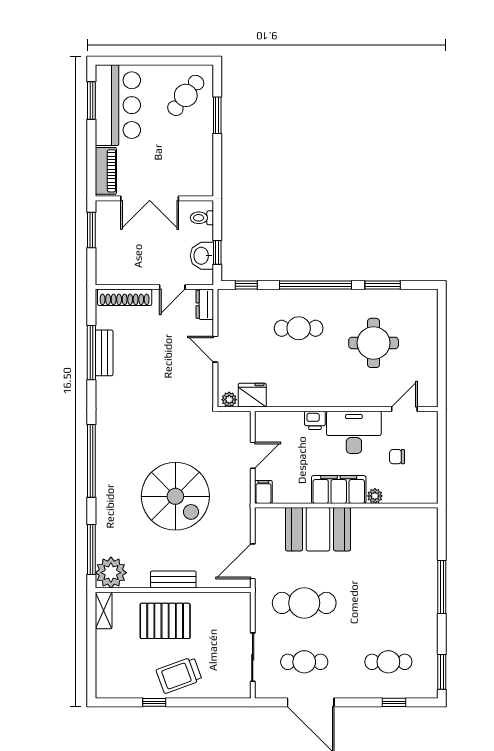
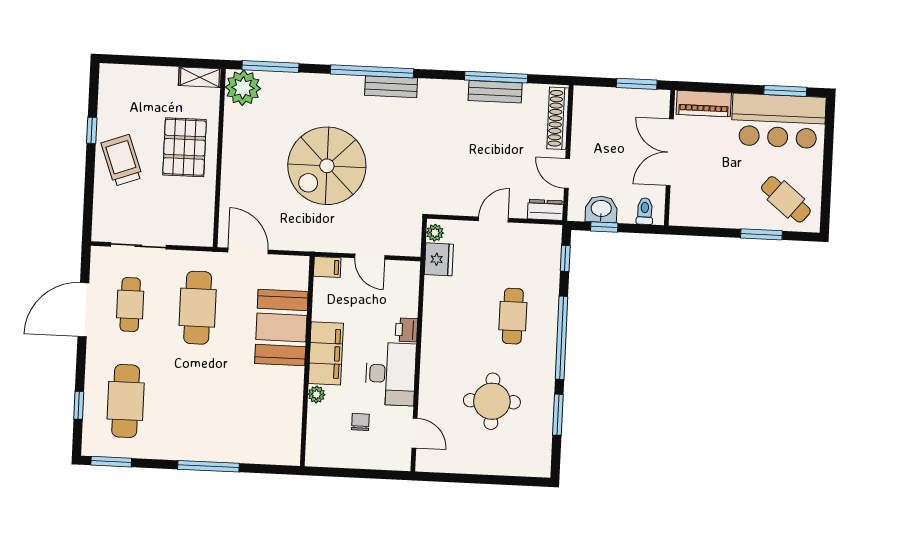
bench: (173, 580) -> (391, 87), moved, turned 90
cafe table: (388, 662) -> (126, 401), width x1.37, depth x1.35

